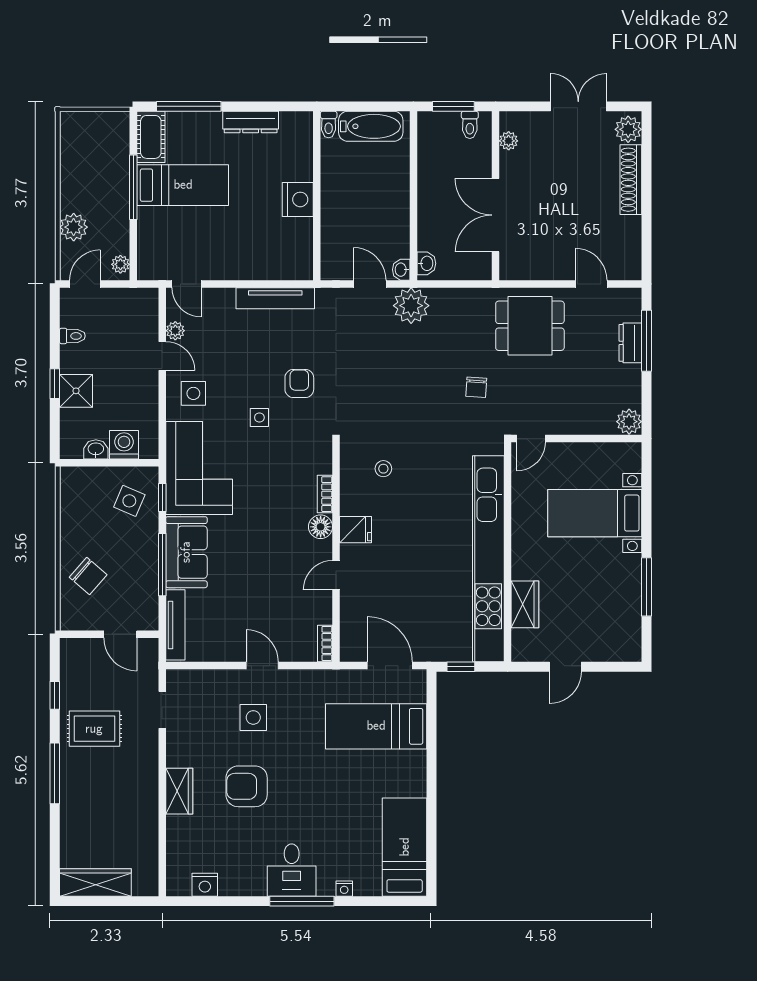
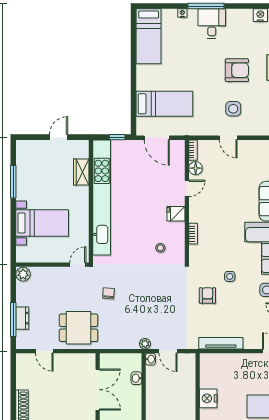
washbasin: (426, 263) -> (136, 378), moved
plant: (411, 306) -> (145, 344), width x0.53, depth x0.53
armchair: (299, 384) -> (207, 295), turned 180
floor lamp: (321, 527) -> (196, 168), moved

